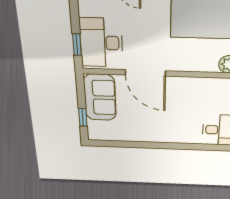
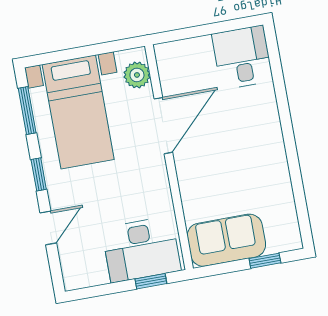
door: (145, 73) -> (163, 126), moved

